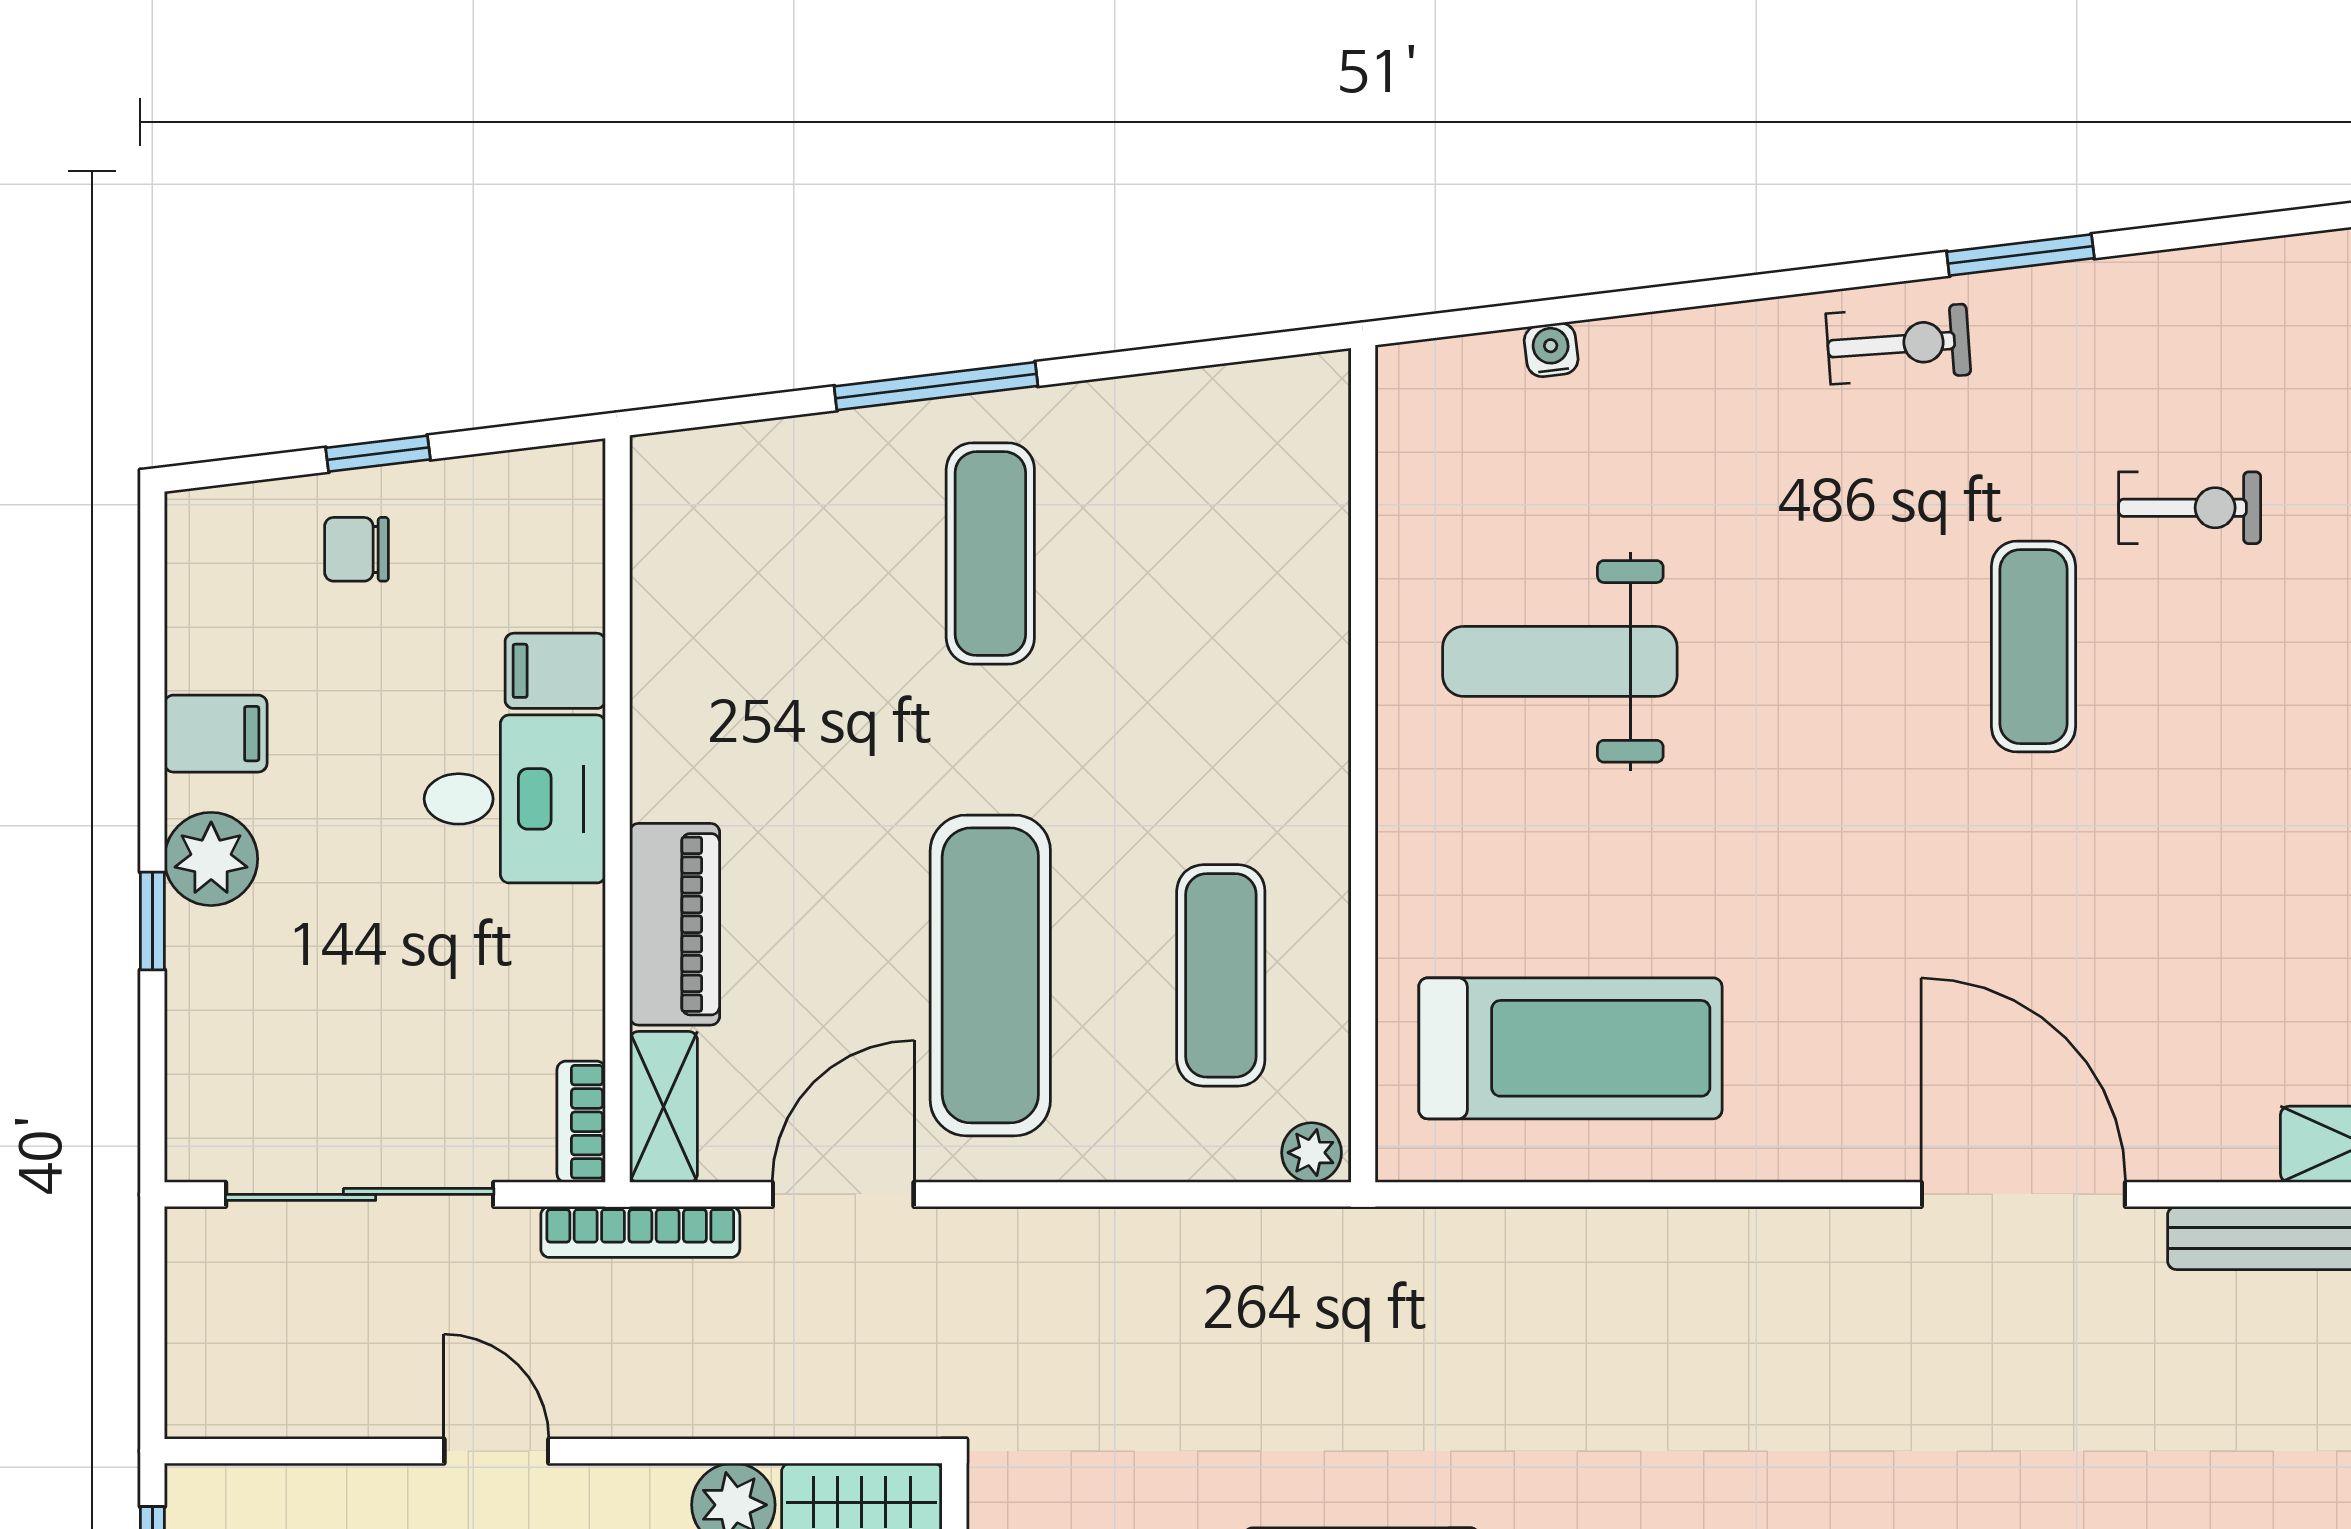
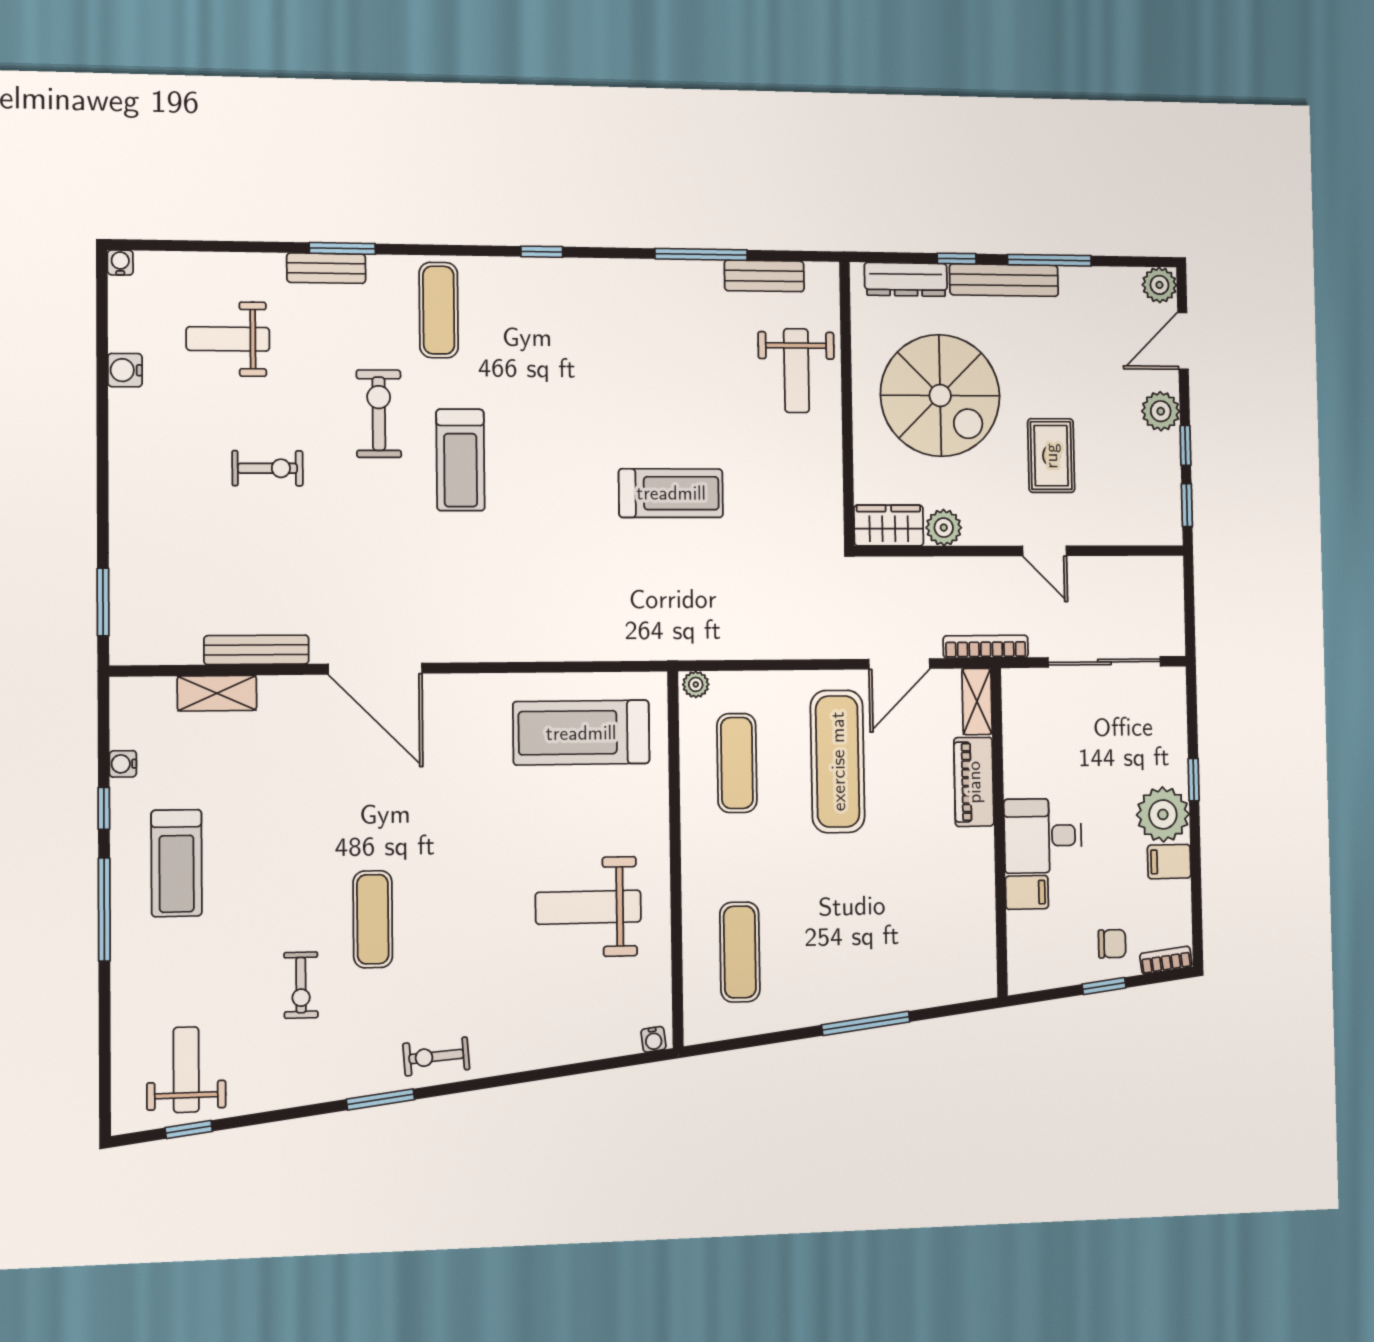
water cooler: (1551, 350) -> (653, 1039), moved
exercise bike: (2190, 508) -> (301, 985), turned -90
exercise mat: (990, 554) -> (740, 952), moved
weight bench: (1560, 661) -> (588, 907), turned 180
plant: (211, 859) -> (1163, 814), width x1.36, depth x1.36
bookcase: (581, 1122) -> (1166, 960), moved, turned -97

